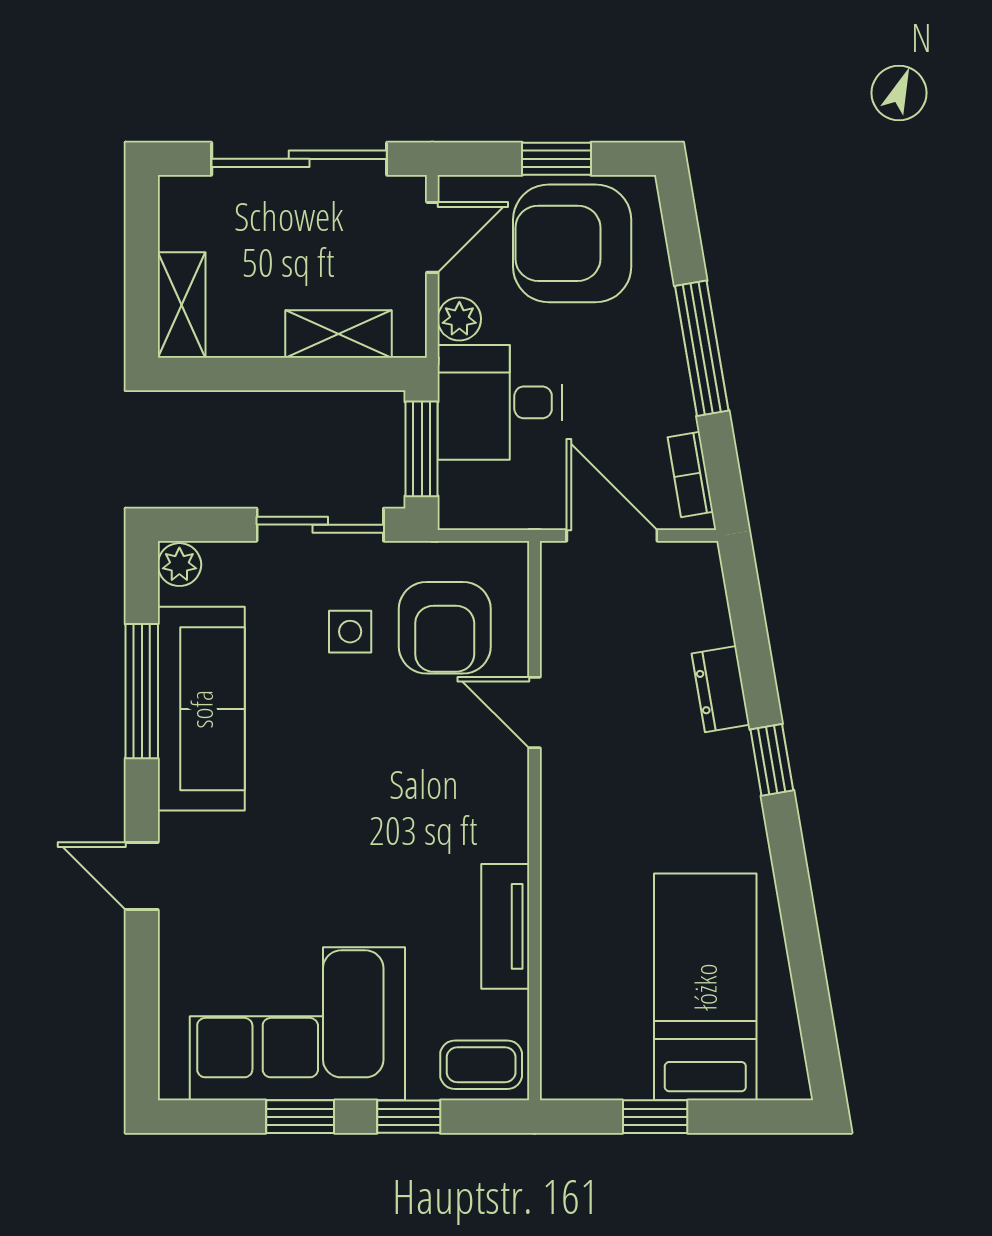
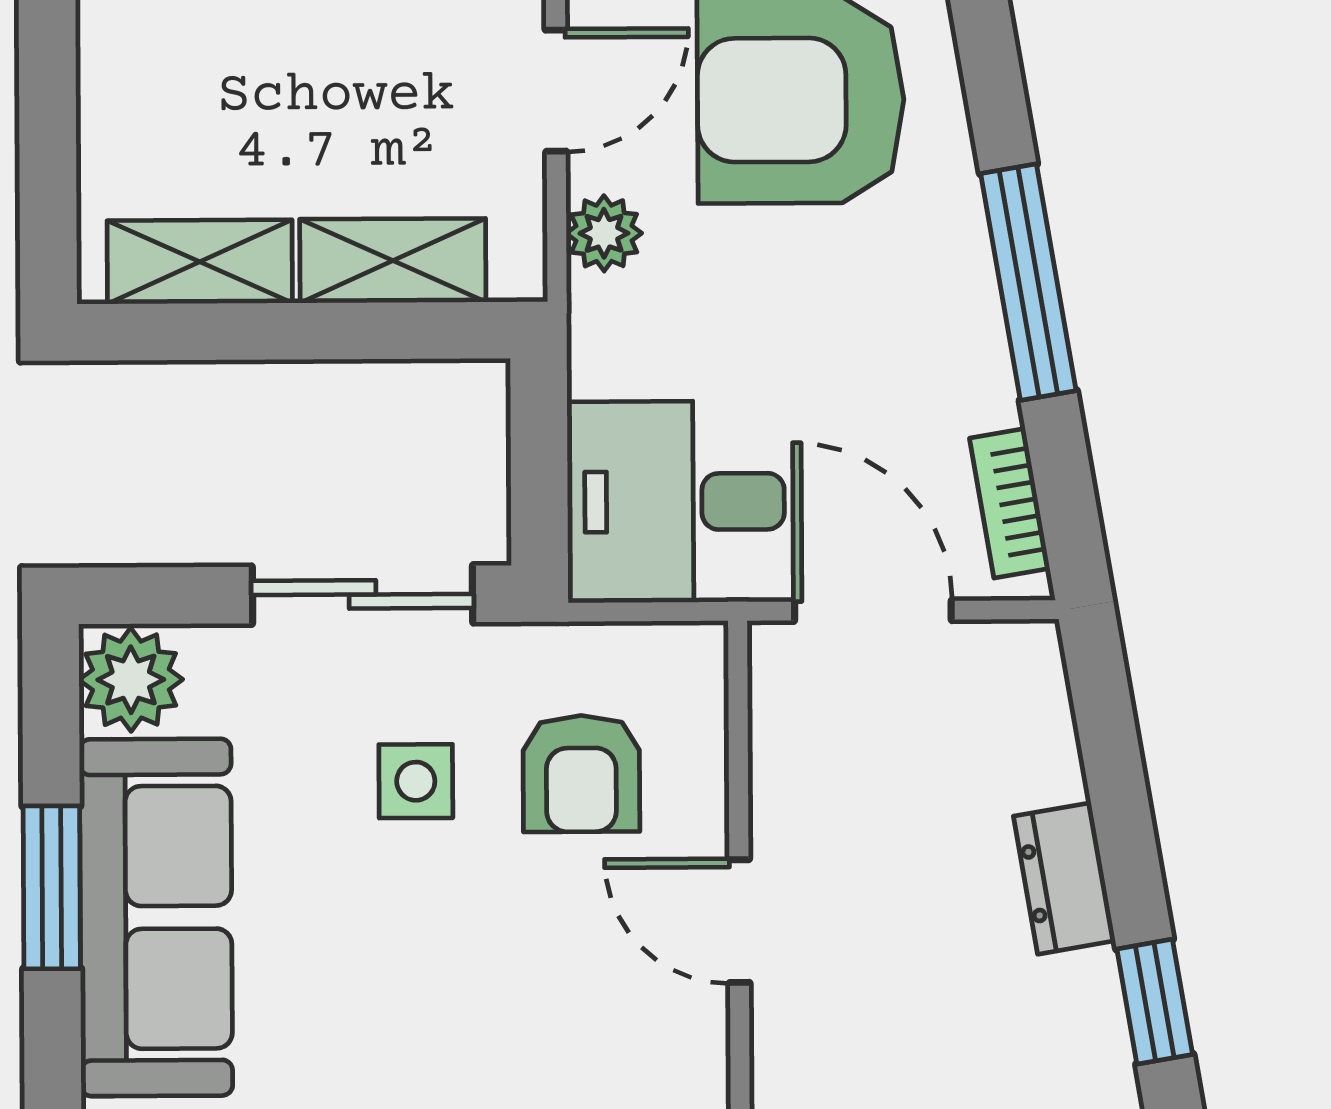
shelving: (182, 305) -> (200, 262), moved, turned 90
desk: (500, 402) -> (676, 502), moved
window: (422, 449) -> (539, 461), removed
plant: (179, 565) -> (131, 680), width x1.38, depth x1.38
armchair: (445, 628) -> (581, 774), width x0.72, depth x0.72
window: (142, 691) -> (52, 887), width x0.69

